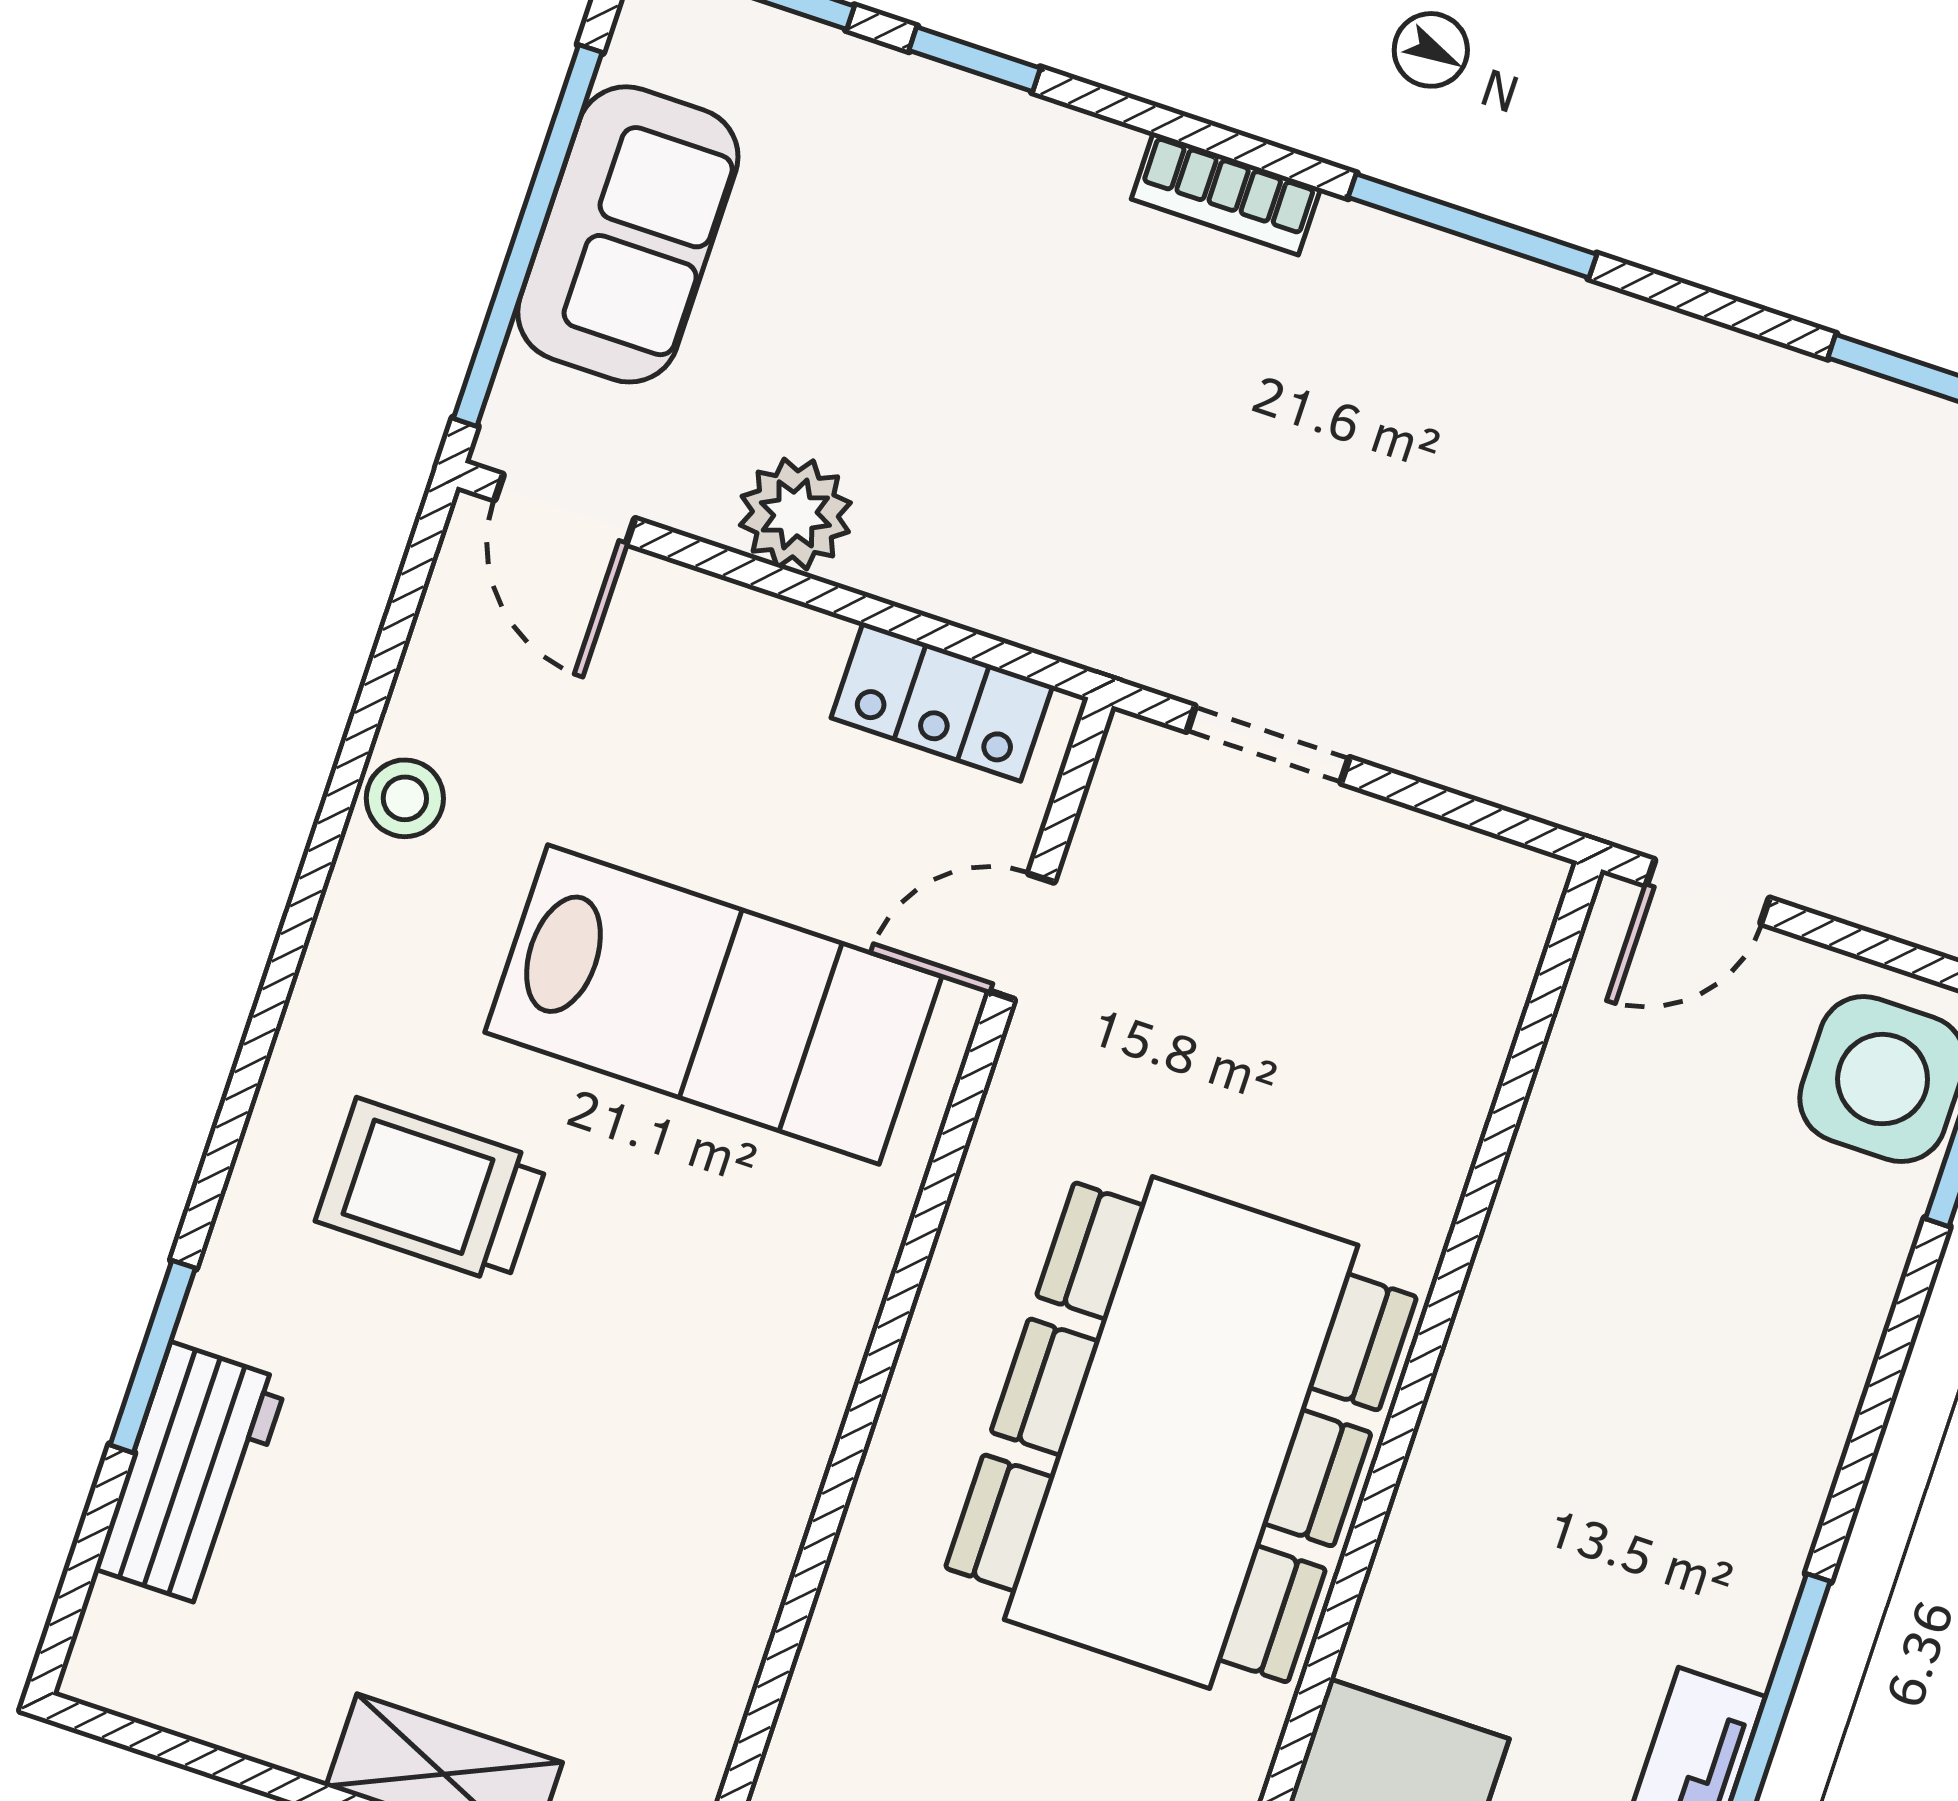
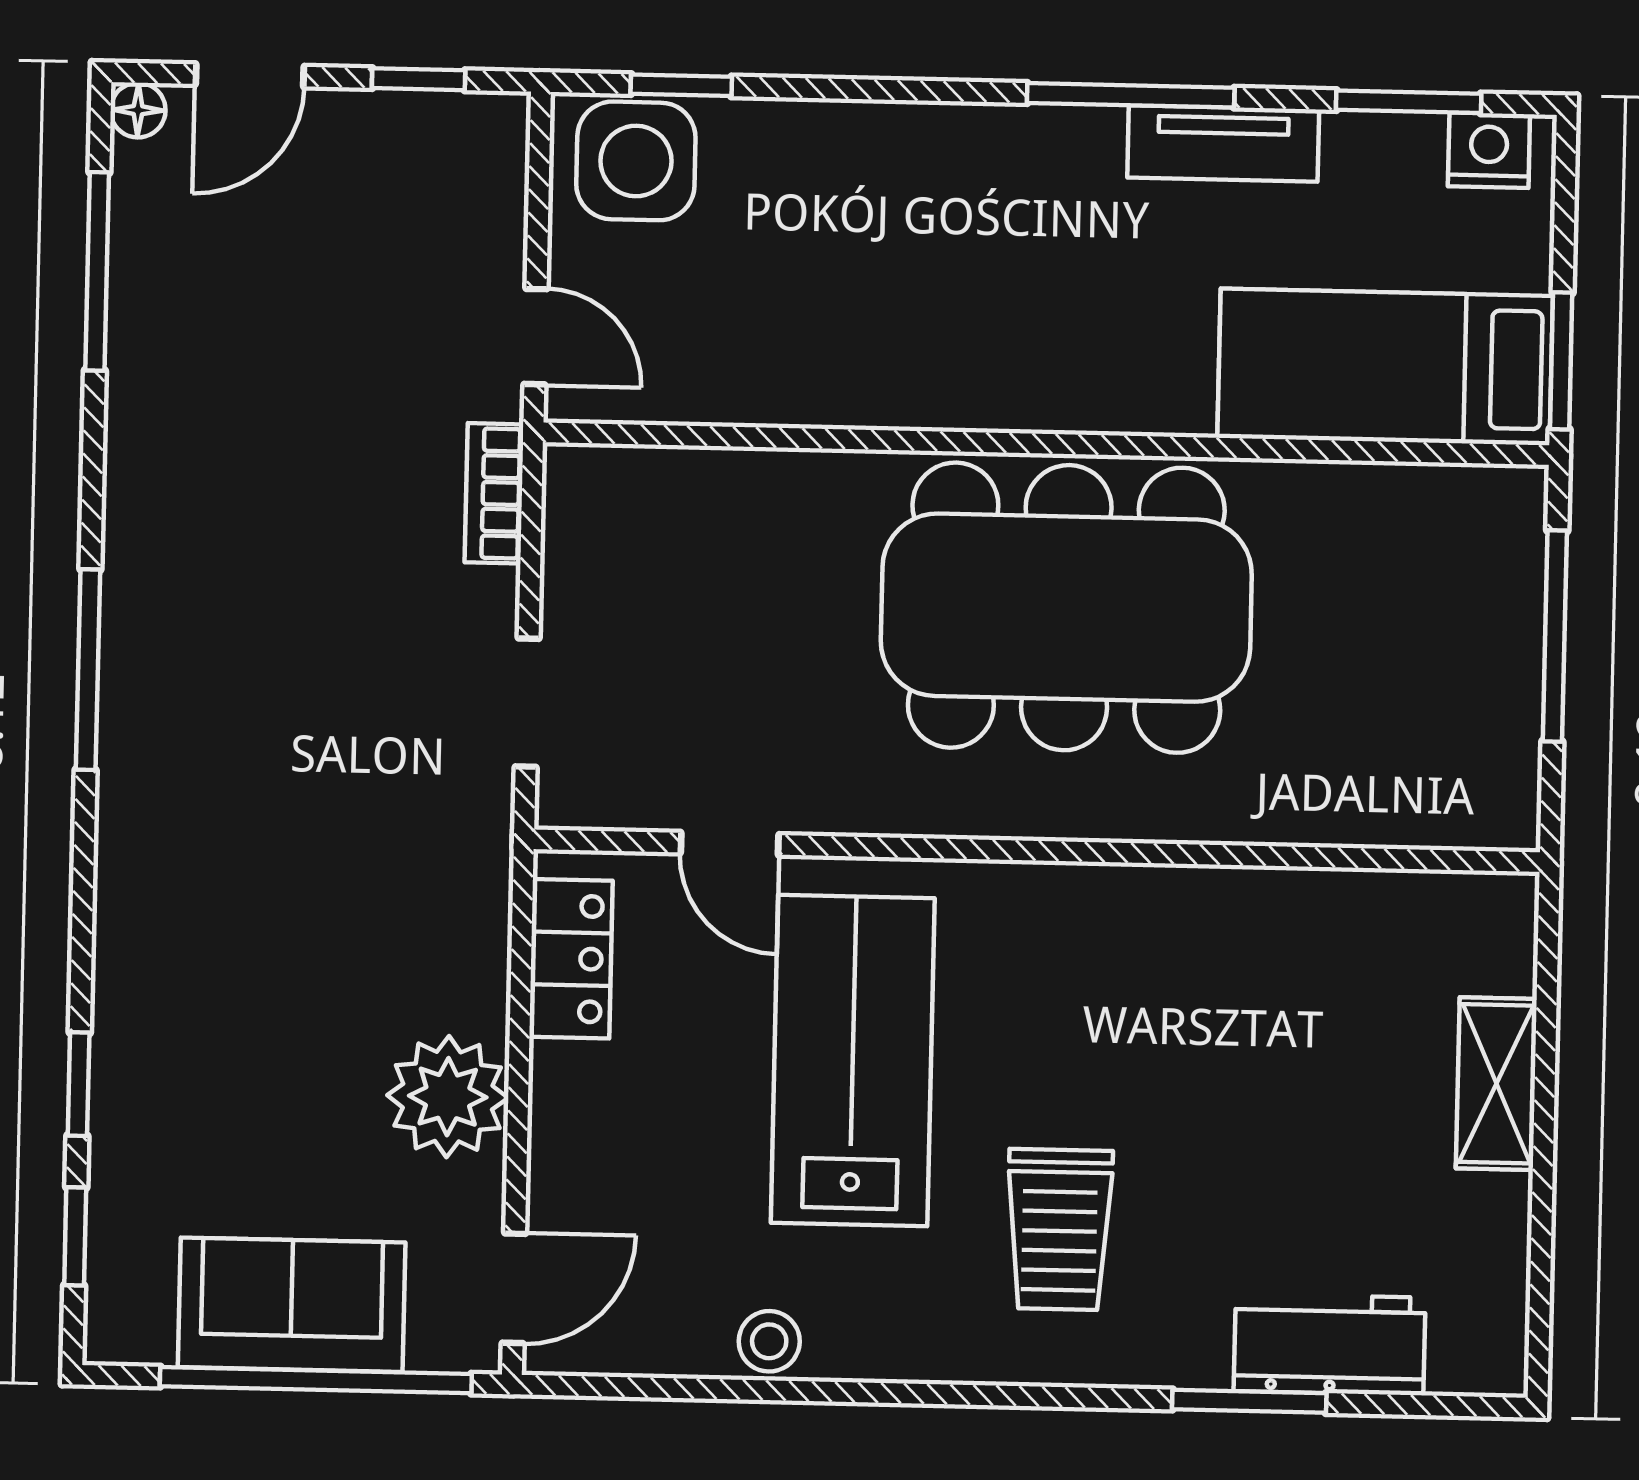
bookcase: (1226, 194) -> (494, 493), moved, turned 180
plant: (795, 514) -> (448, 1097), width x1.36, depth x1.36

